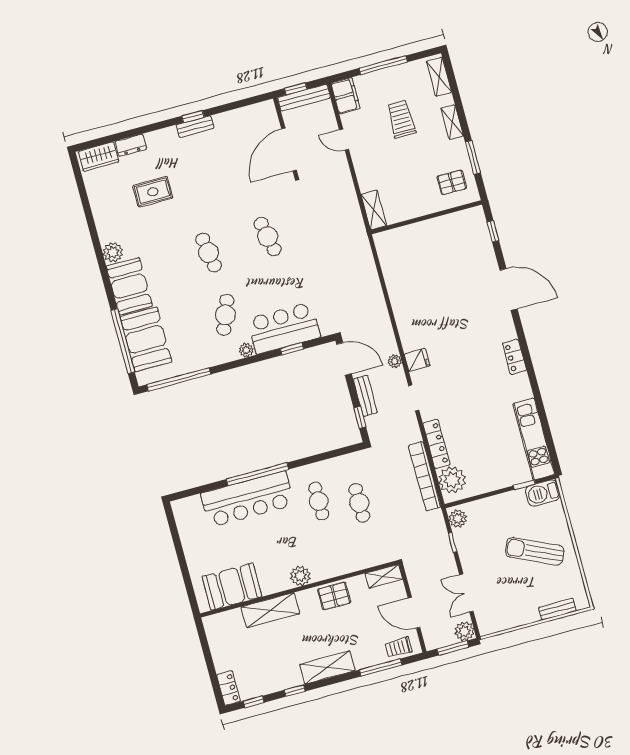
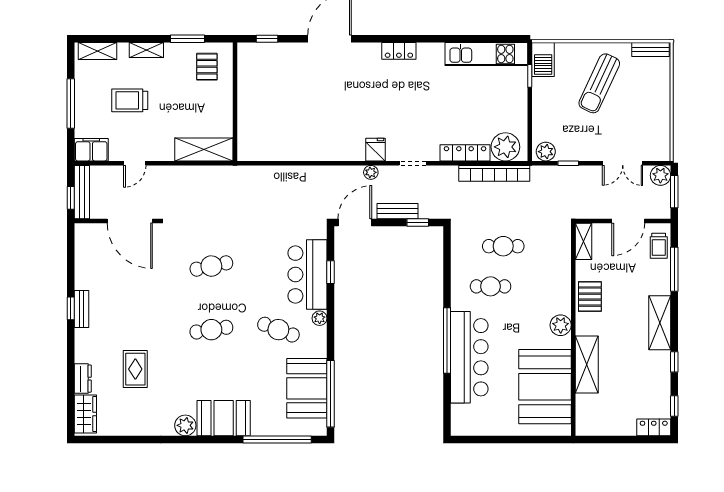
shelving: (374, 210) -> (204, 149), width x1.50, depth x1.33
booth: (146, 339) -> (307, 388), moved, turned 90
booth: (232, 587) -> (545, 387), width x1.36, depth x1.42
bench: (557, 609) -> (650, 49), moved, turned 90

